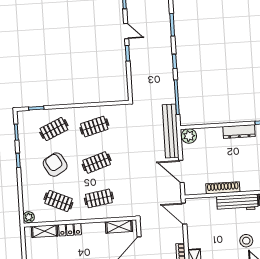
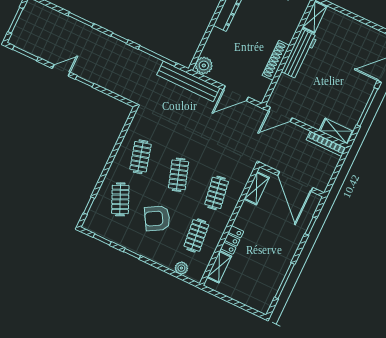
clothes rail: (58, 201) -> (196, 236), turned -30
plant: (29, 217) -> (181, 268), moved
stool: (246, 241) -> (343, 66), removed

